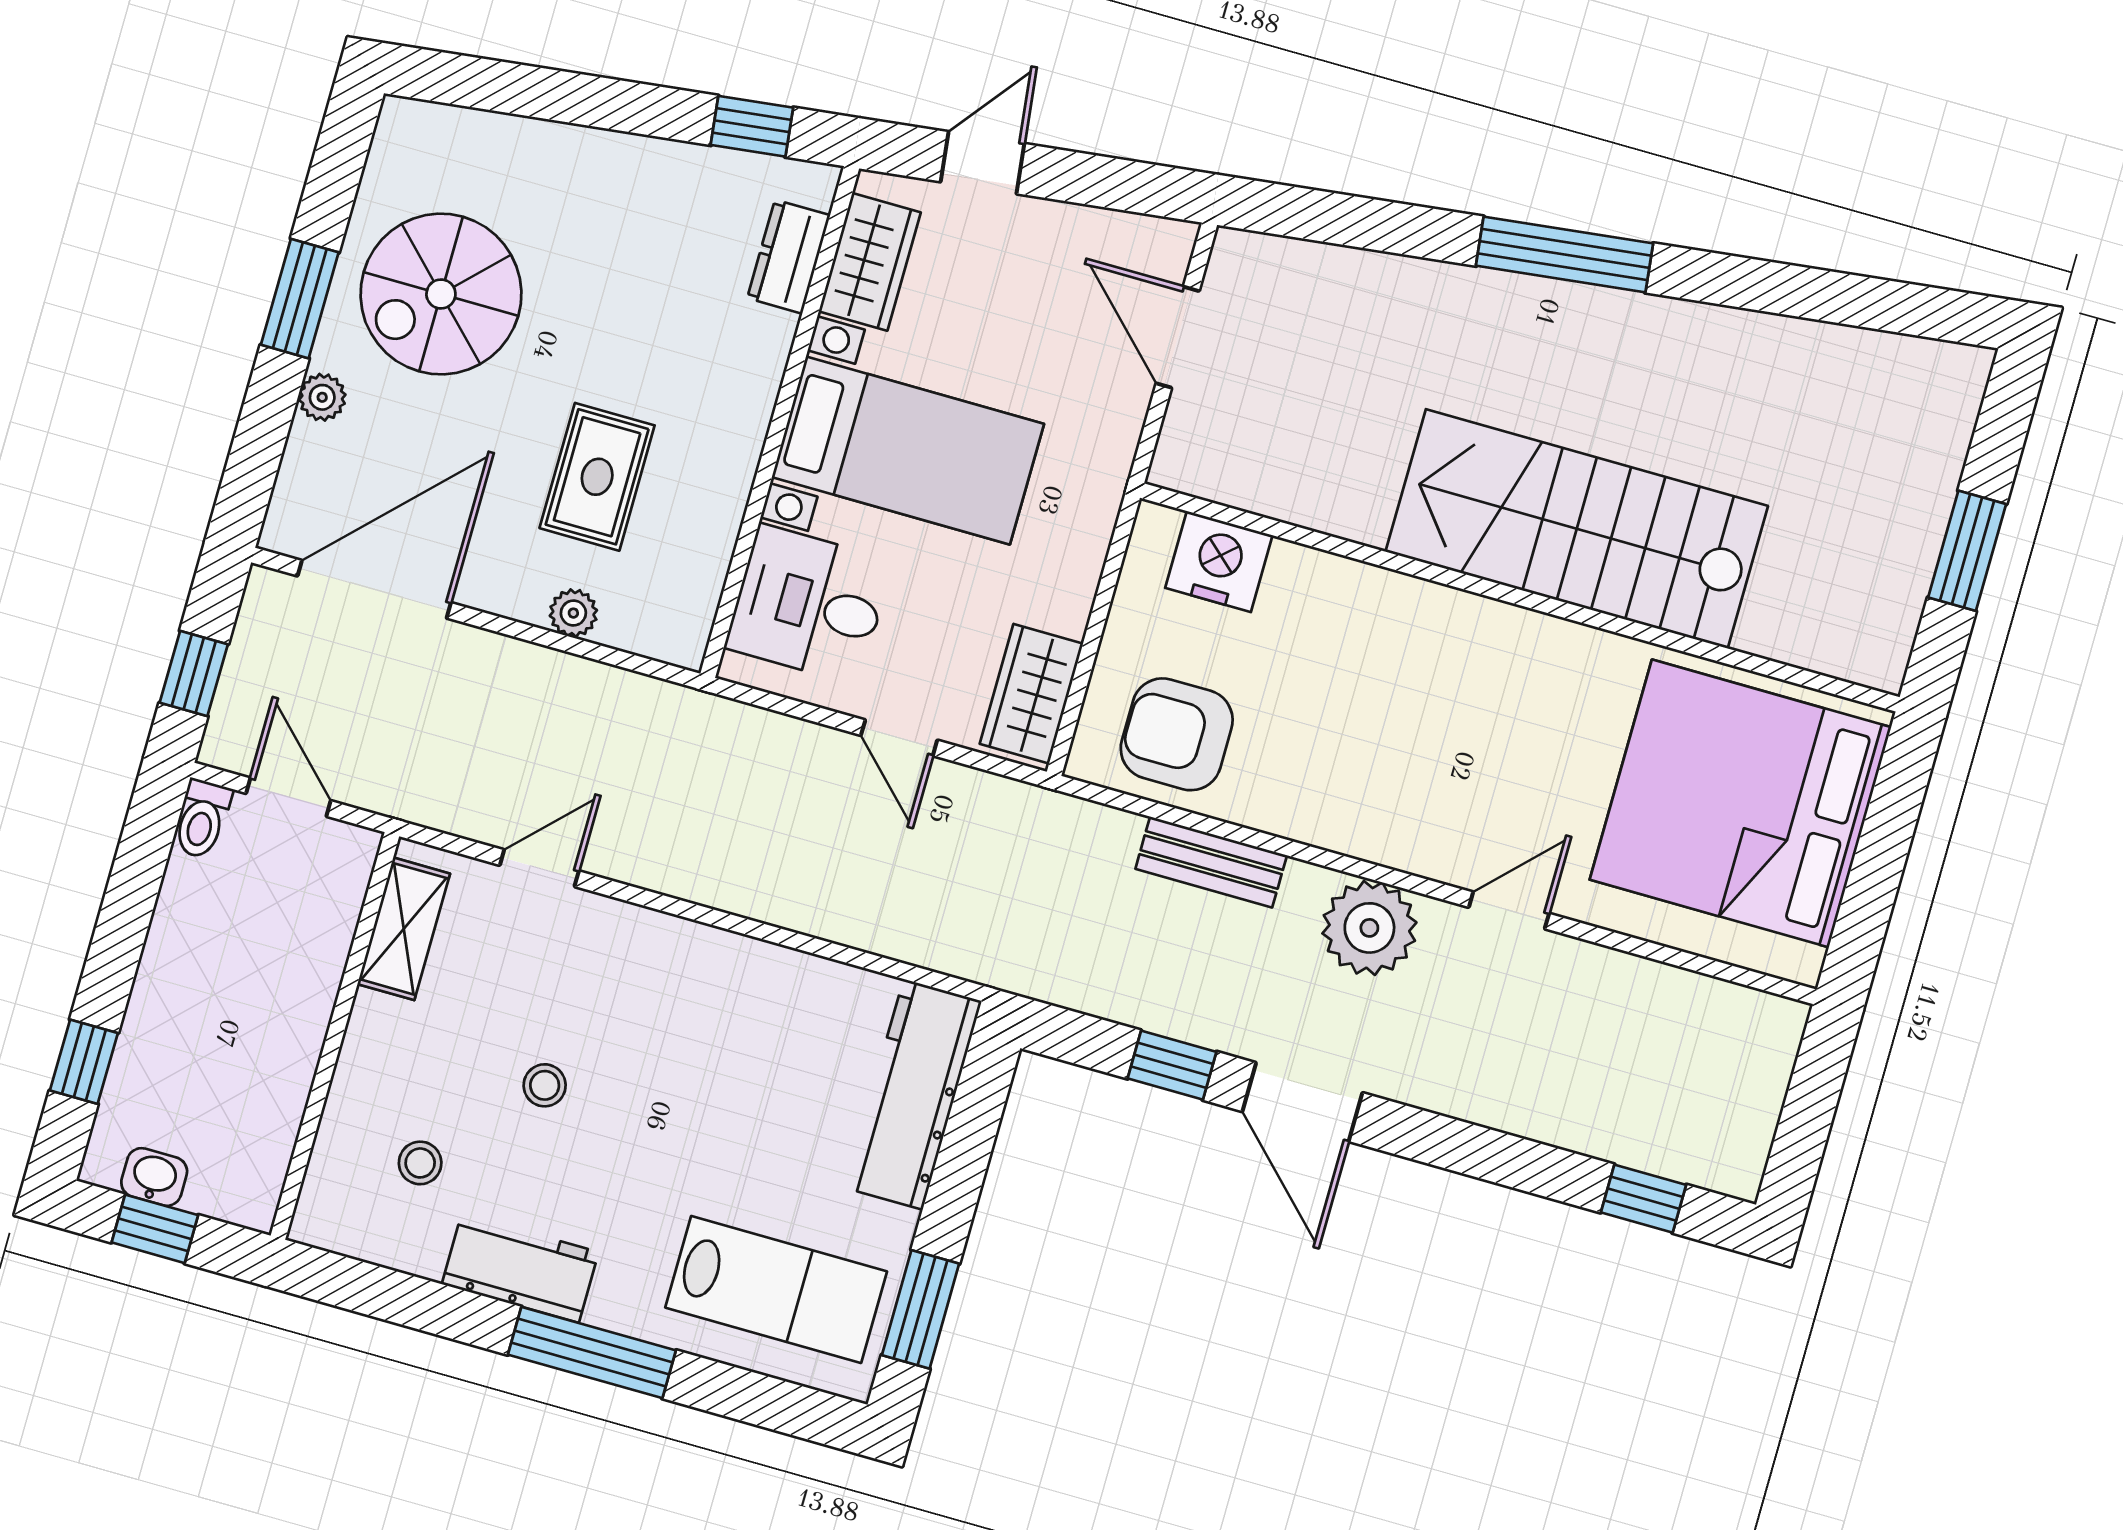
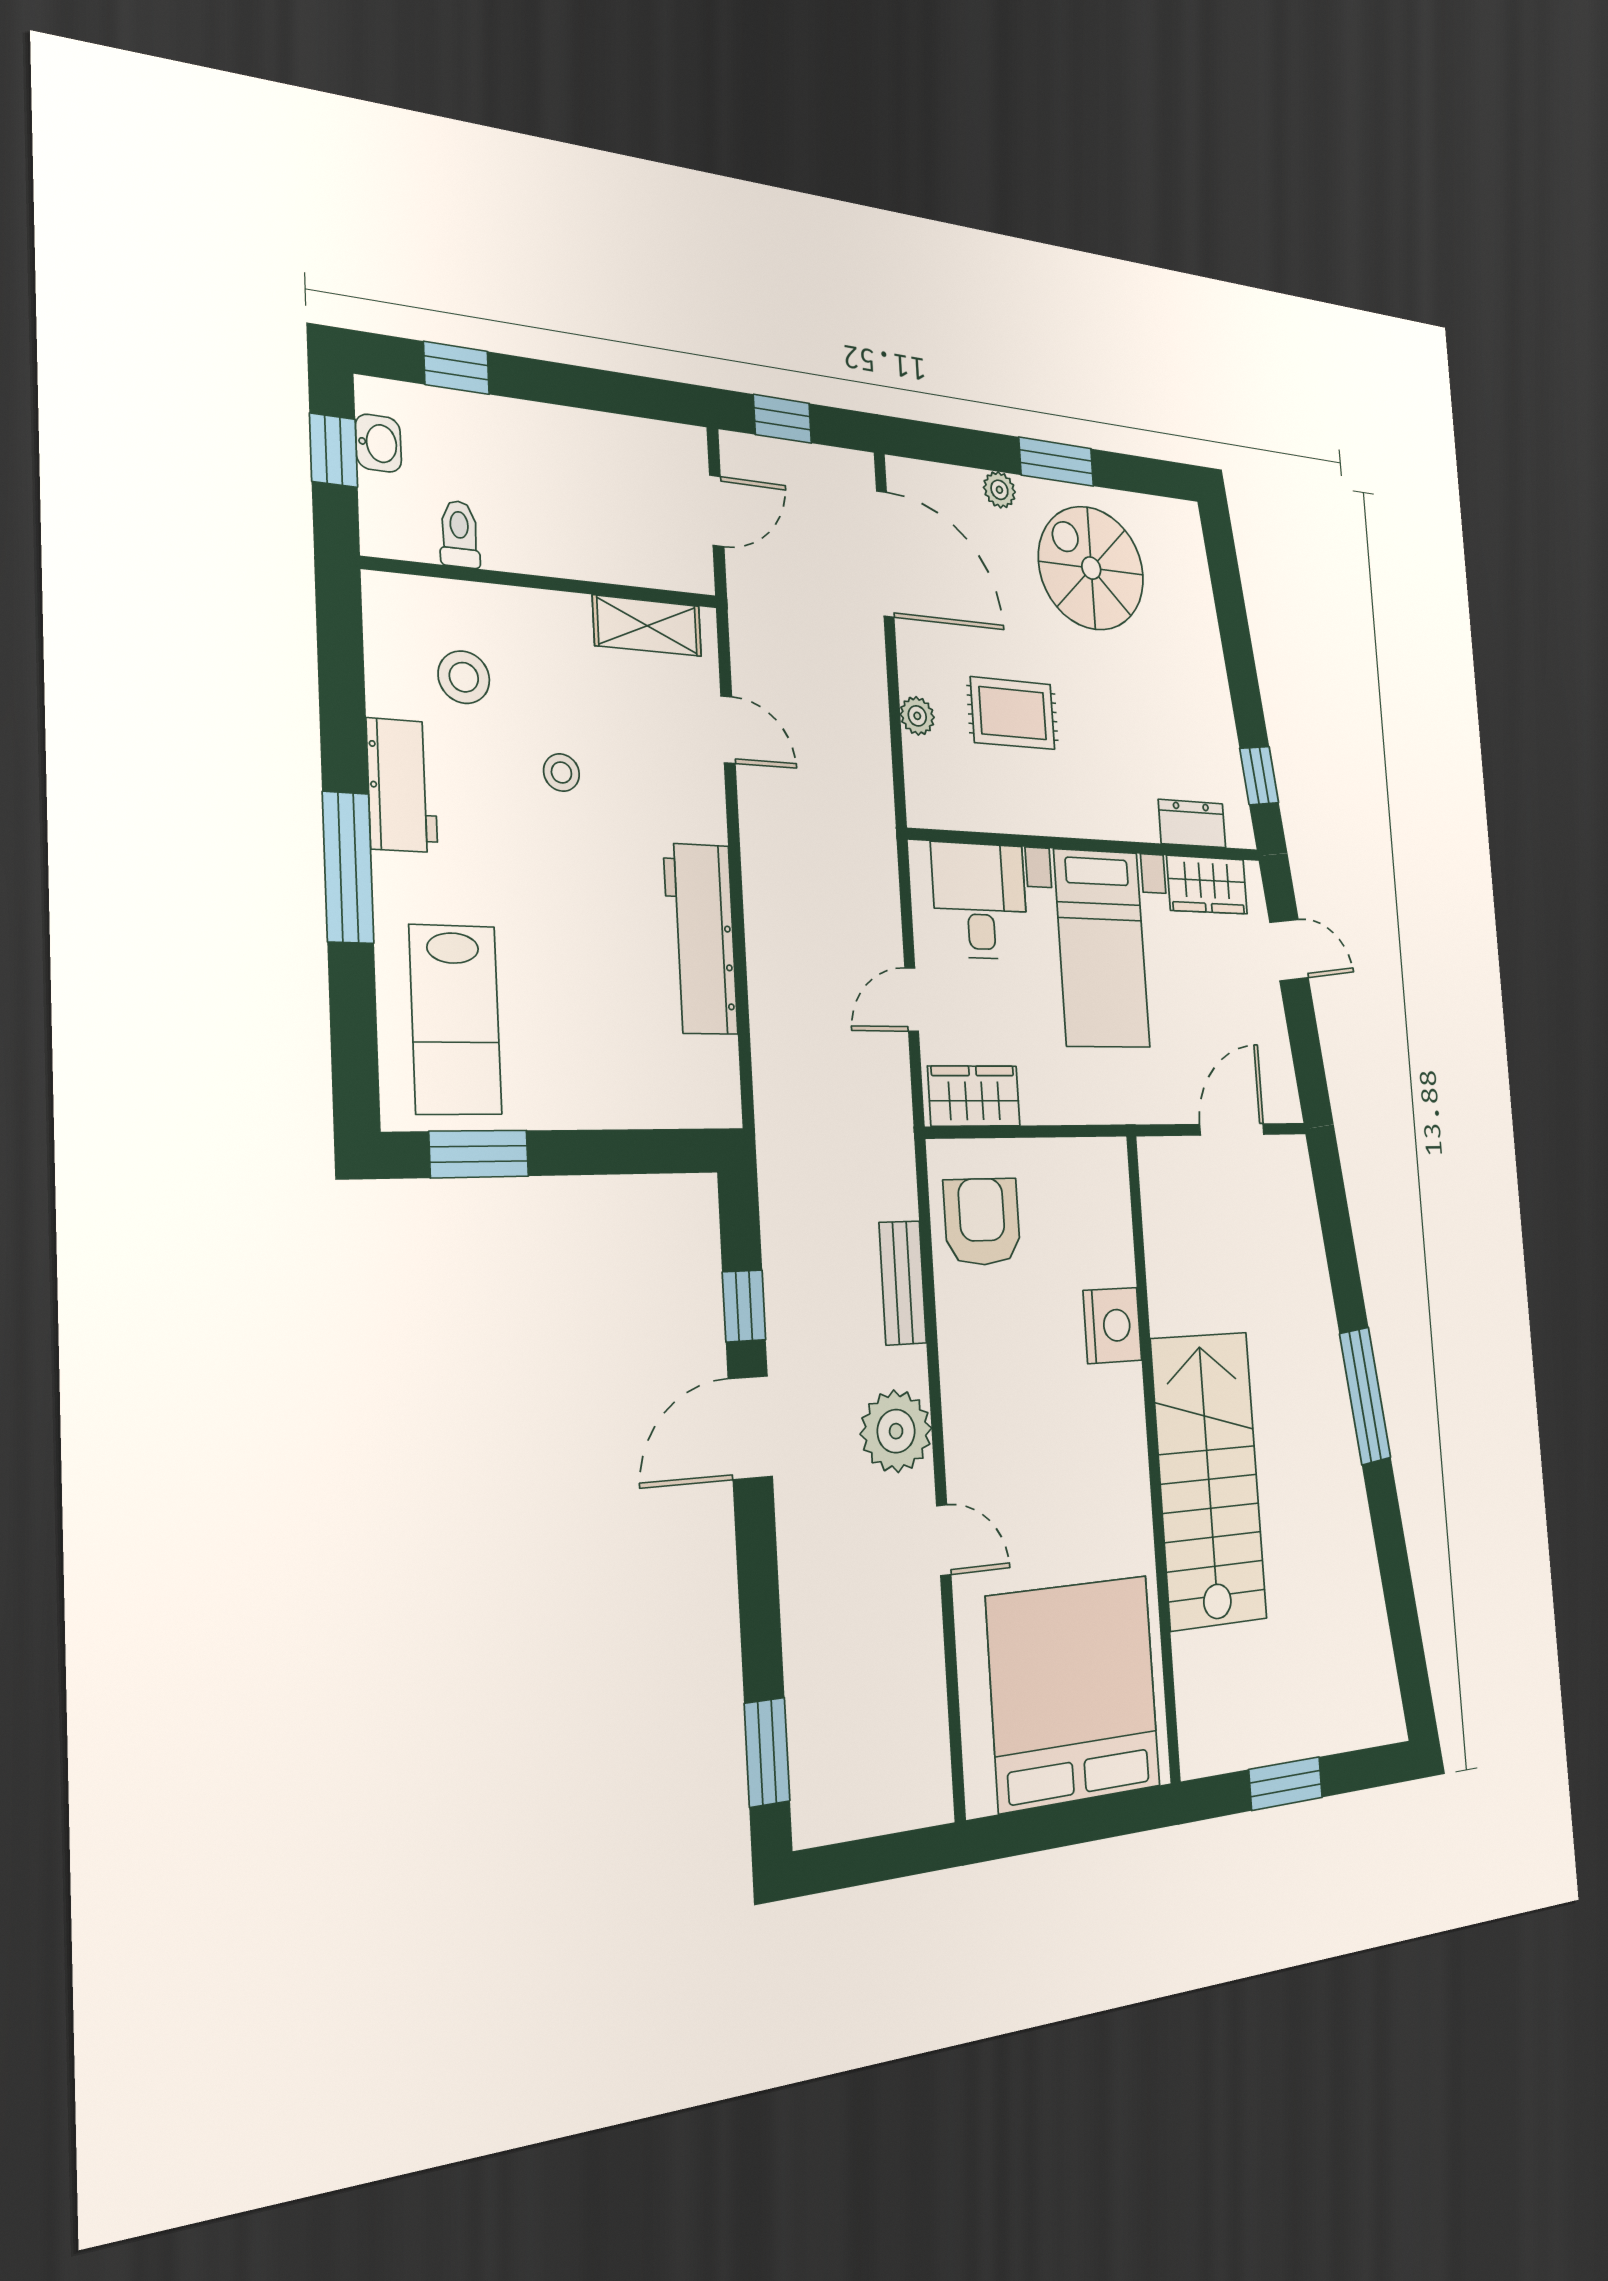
nightstand: (1219, 562) -> (1112, 1325), moved
toilet: (202, 819) -> (459, 534), moved, turned 90
workbench: (913, 1094) -> (701, 939), moved, turned -90
stool: (420, 1163) -> (464, 677), width x1.37, depth x1.37
window: (1643, 1199) -> (767, 1752), width x1.50

